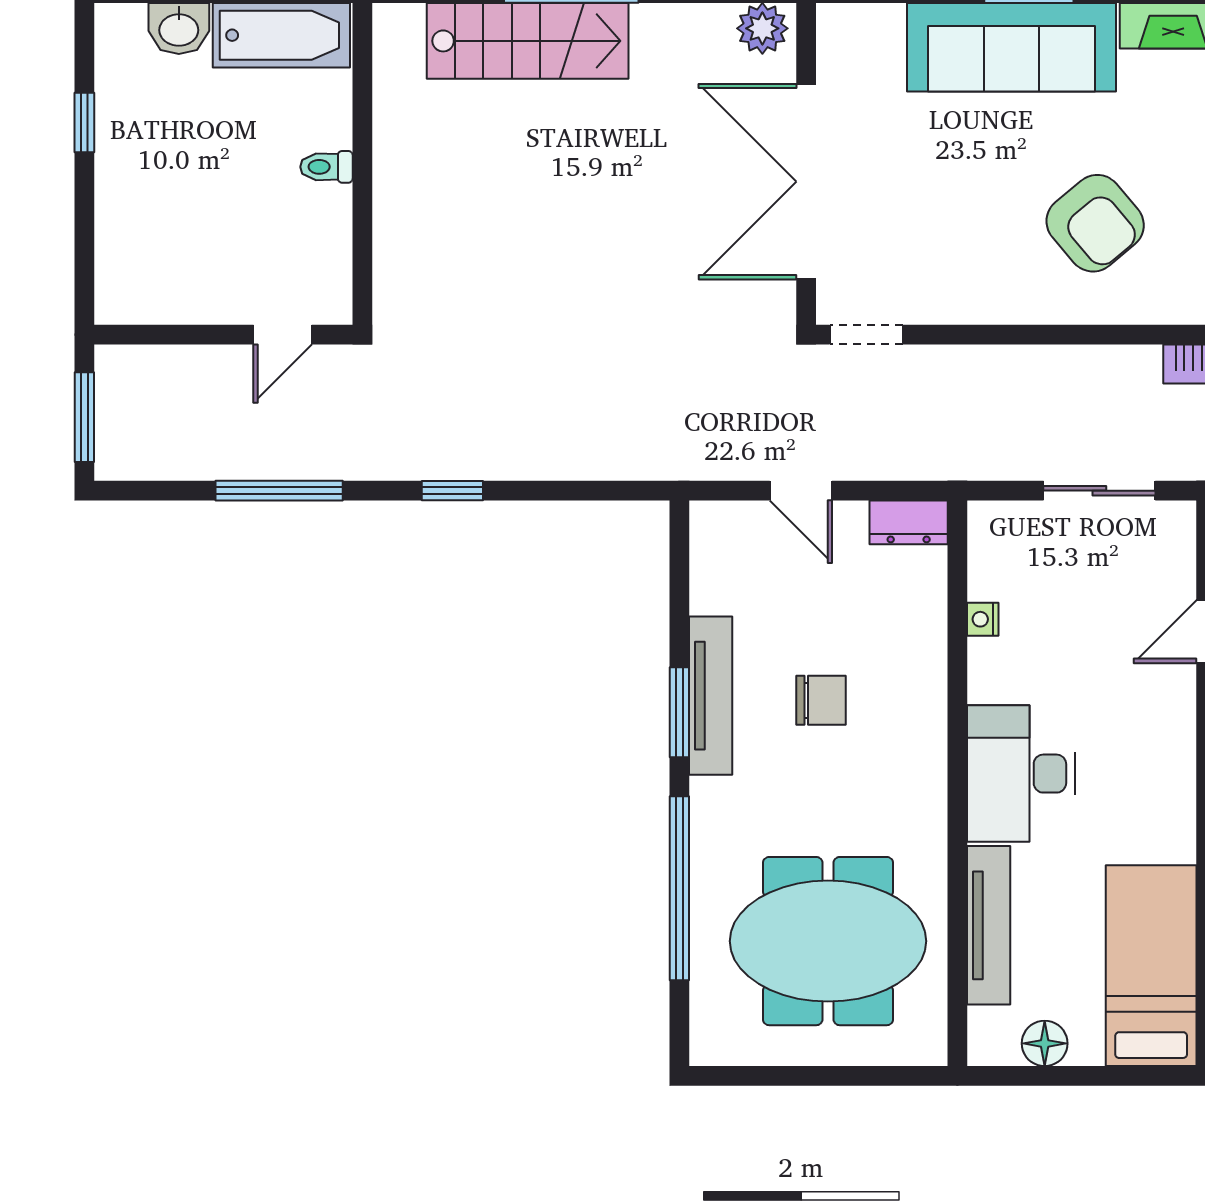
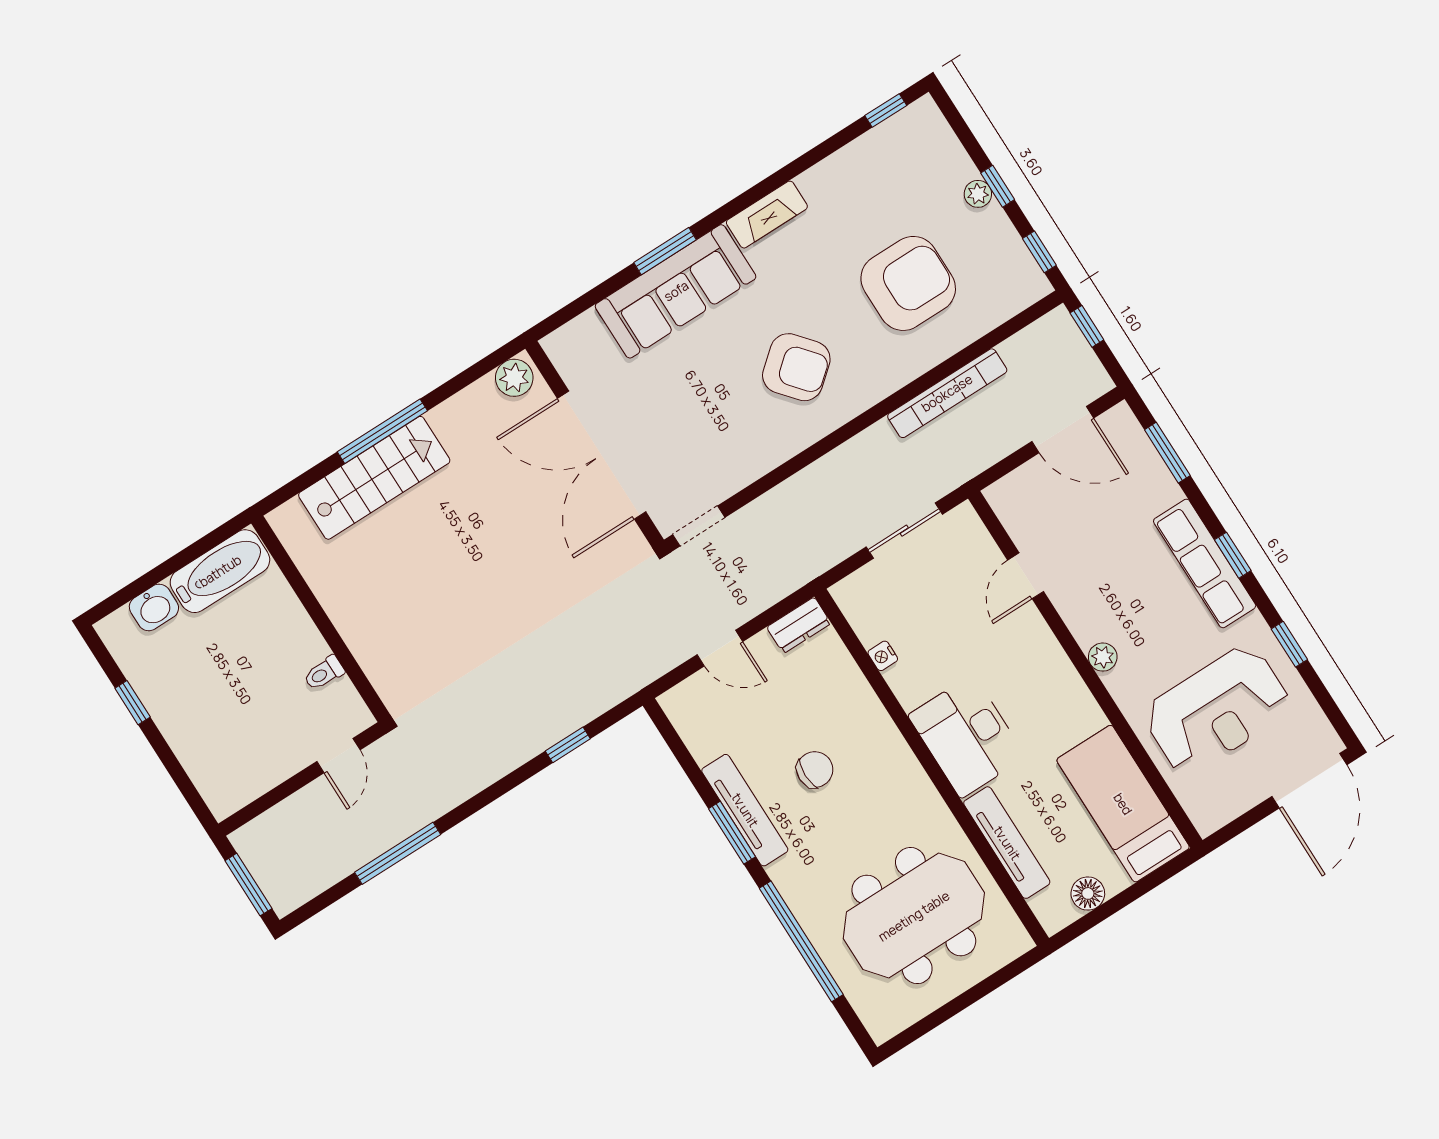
toilet: (326, 167) -> (324, 673), moved
window: (452, 491) -> (568, 745), moved

